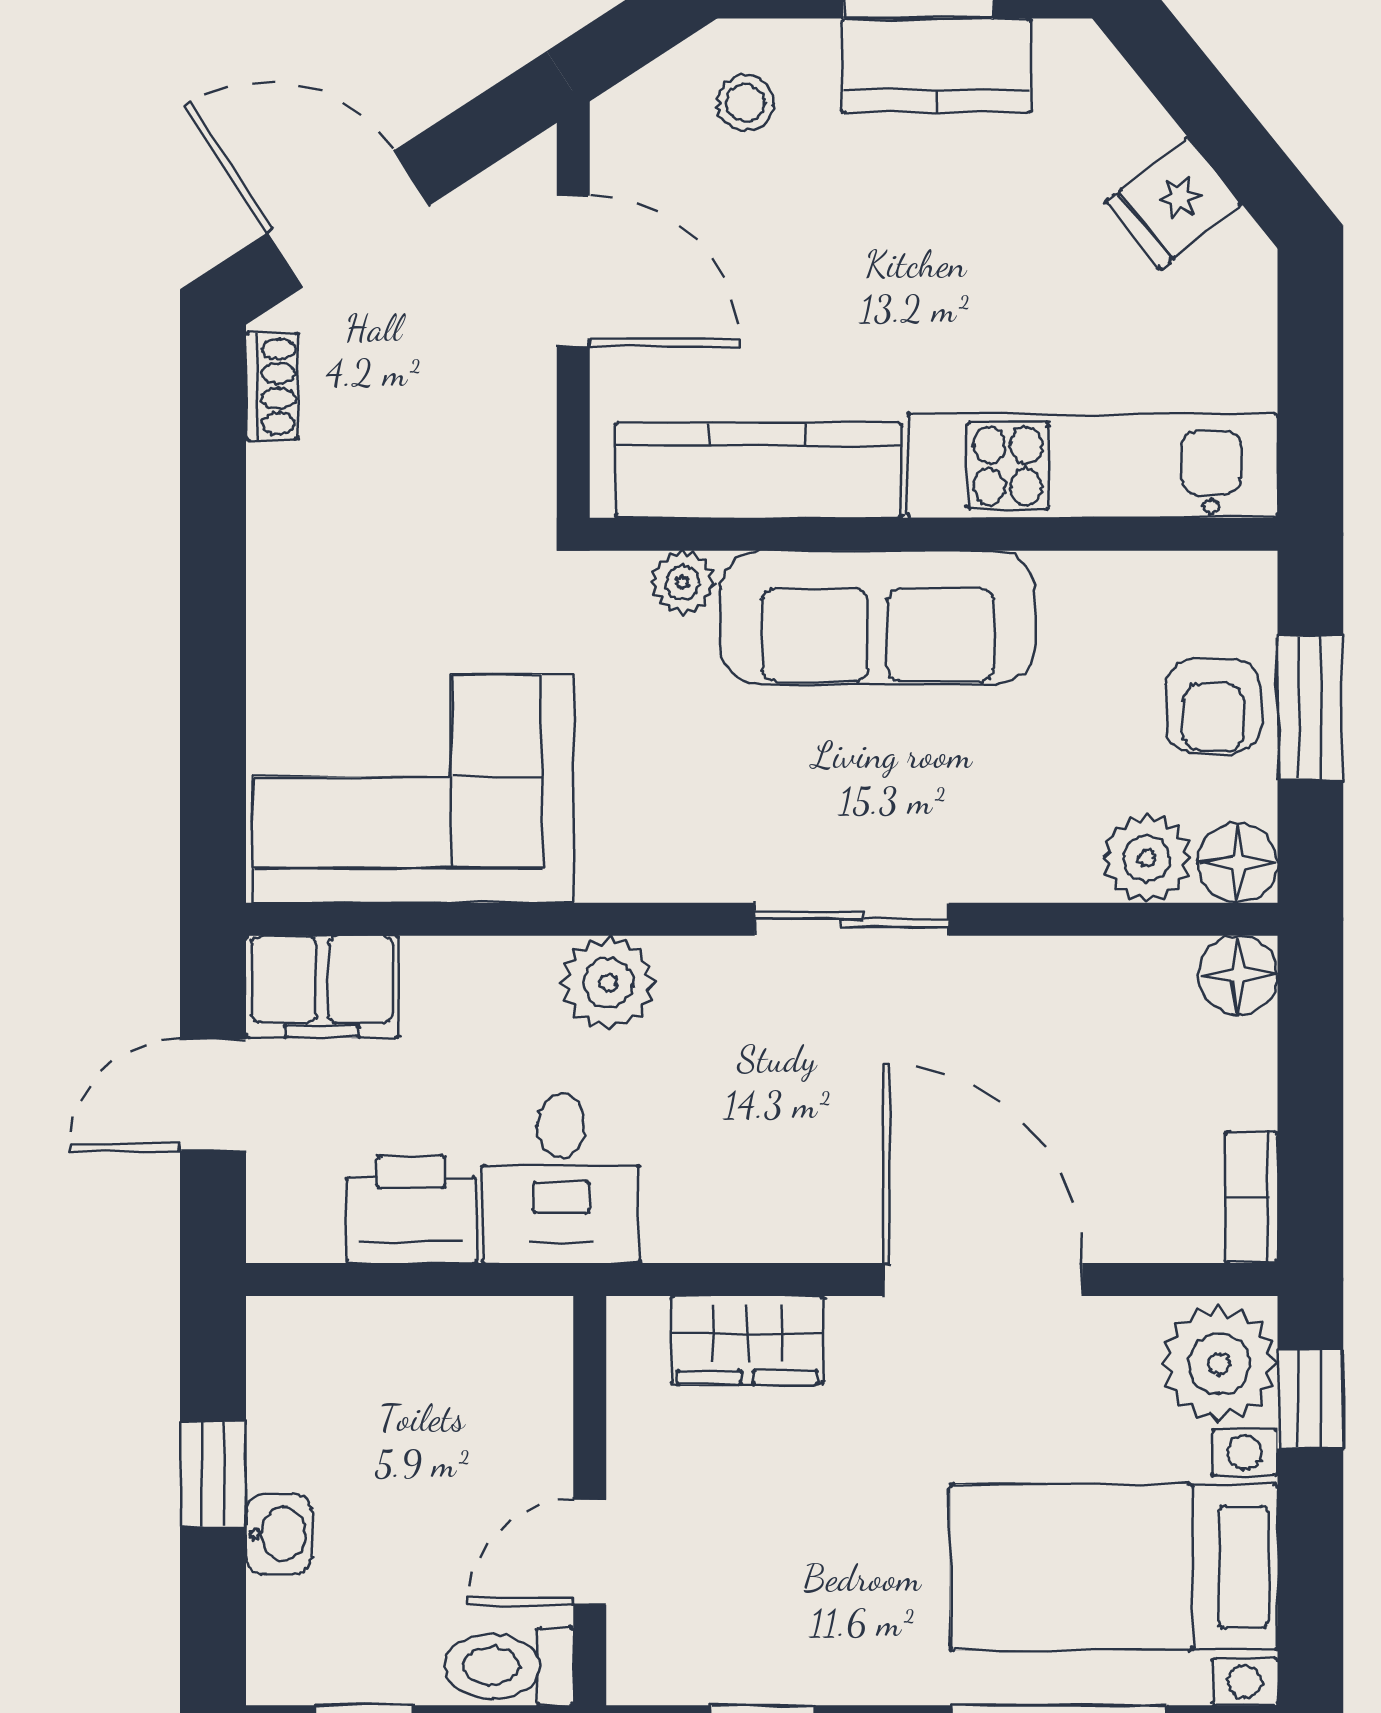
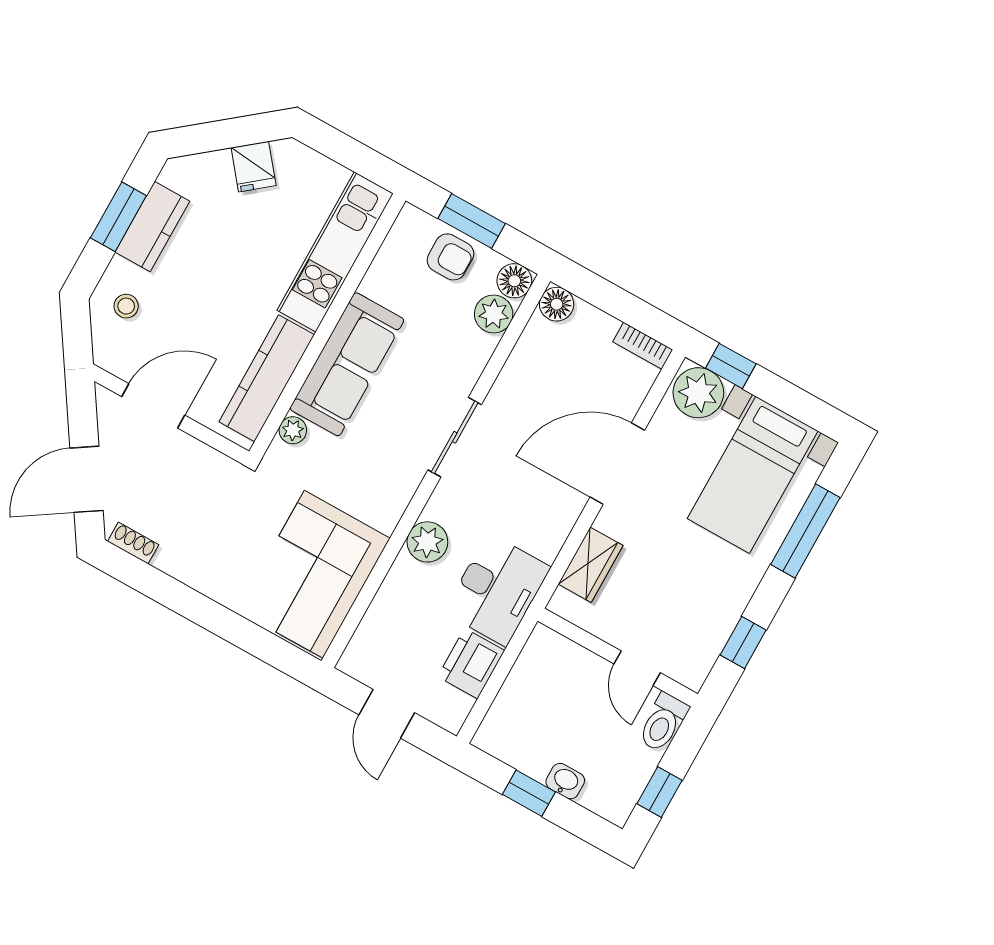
filing cabinet: (322, 986) -> (369, 650), removed
desk: (561, 1178) -> (497, 590), width x1.37

